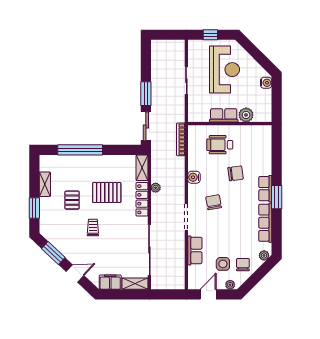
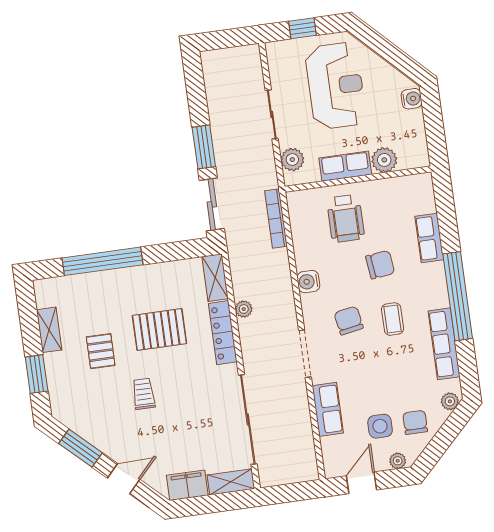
plant: (194, 108) -> (292, 160), added
wheelchair: (220, 145) -> (346, 218), turned -90
row of seats: (265, 189) -> (429, 238), moved
window: (277, 197) -> (458, 296), width x2.11
coffee table: (238, 205) -> (393, 319), added

